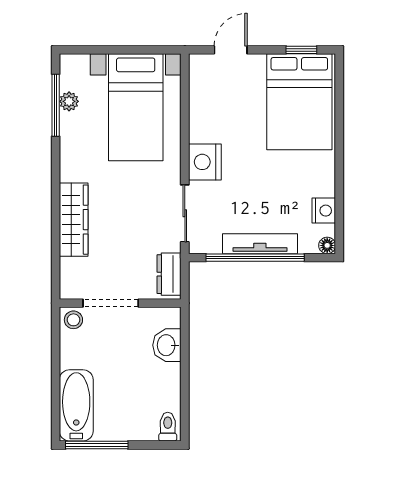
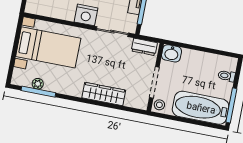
washbasin: (167, 345) -> (172, 53), moved
bathtub: (76, 405) -> (201, 108), width x1.36, depth x1.36
toilet: (168, 427) -> (227, 76), moved

